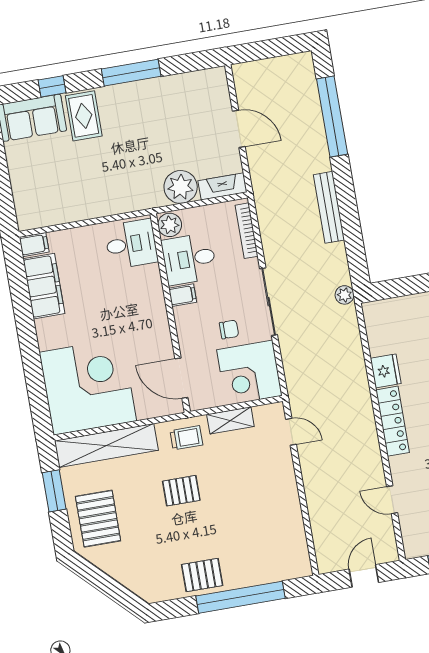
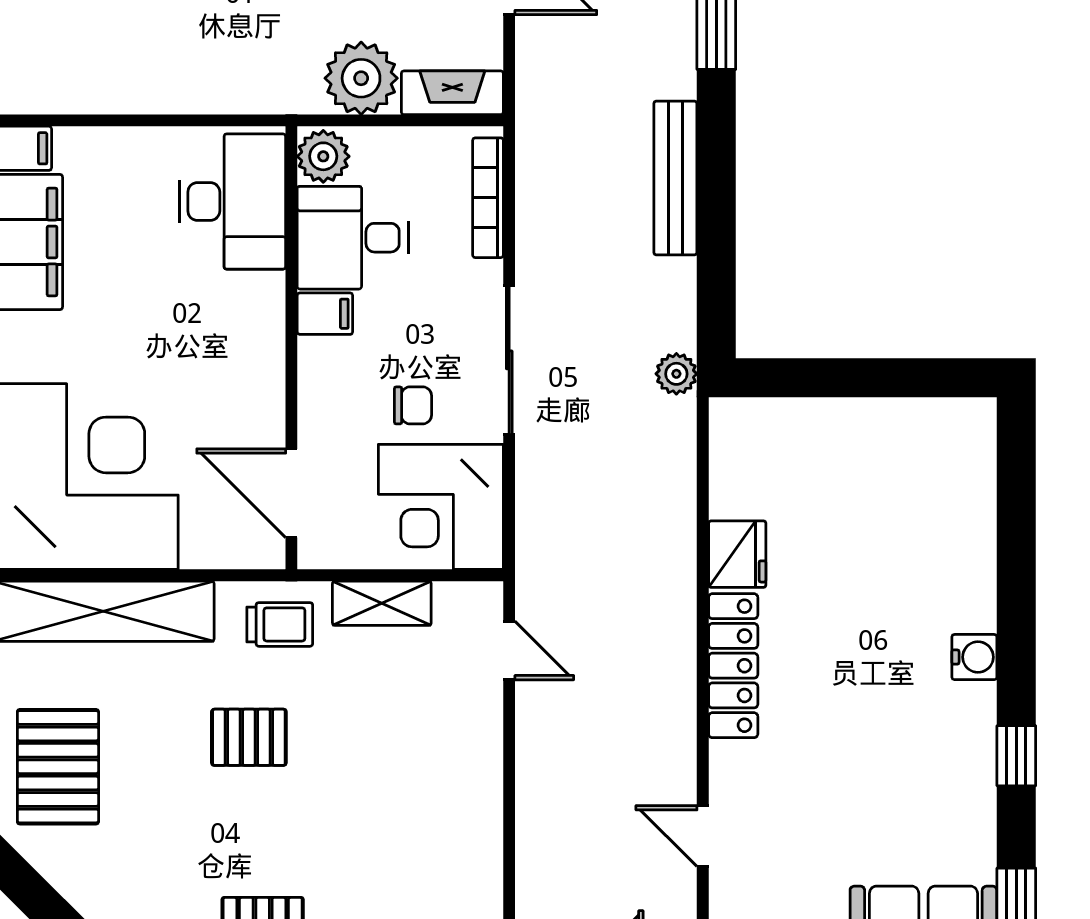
desk: (131, 244) -> (233, 202), width x1.37

